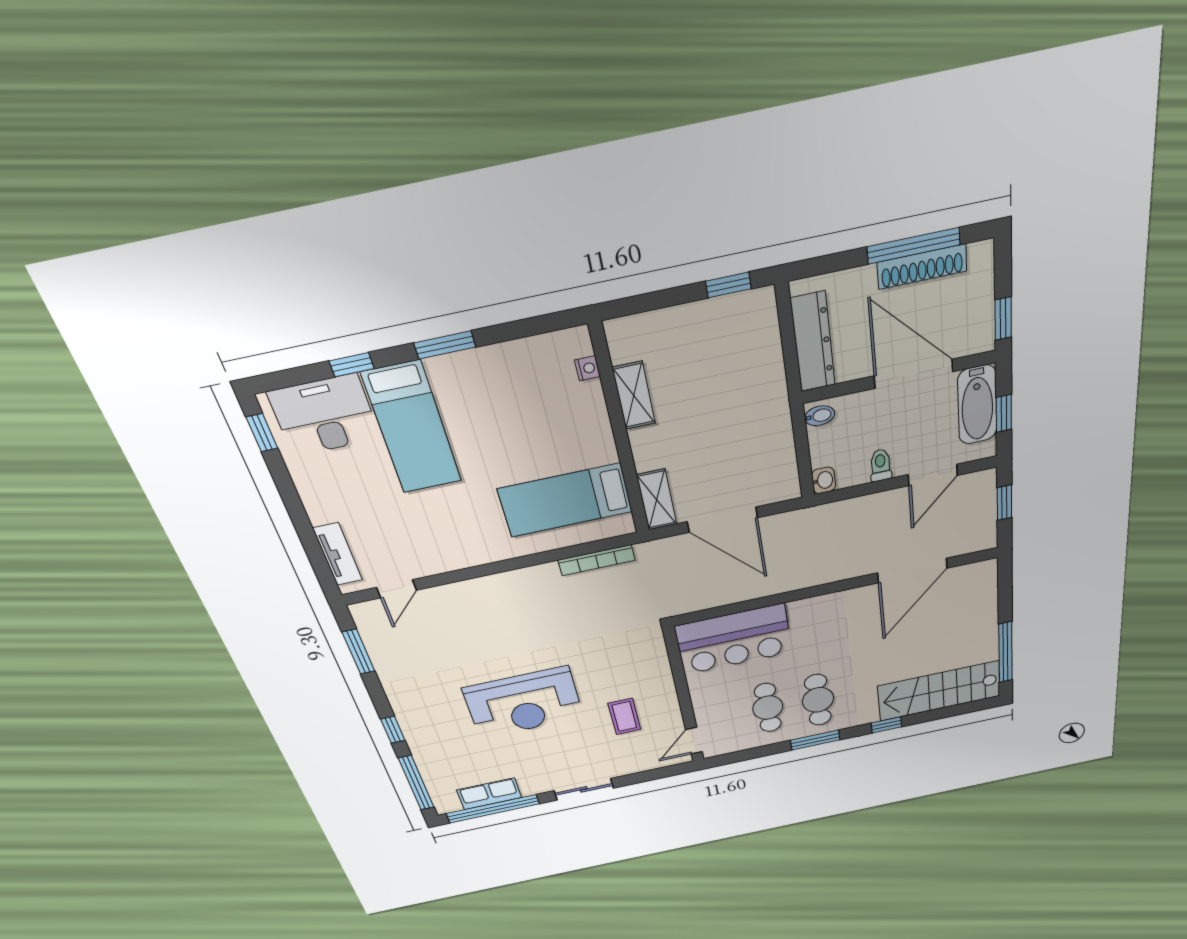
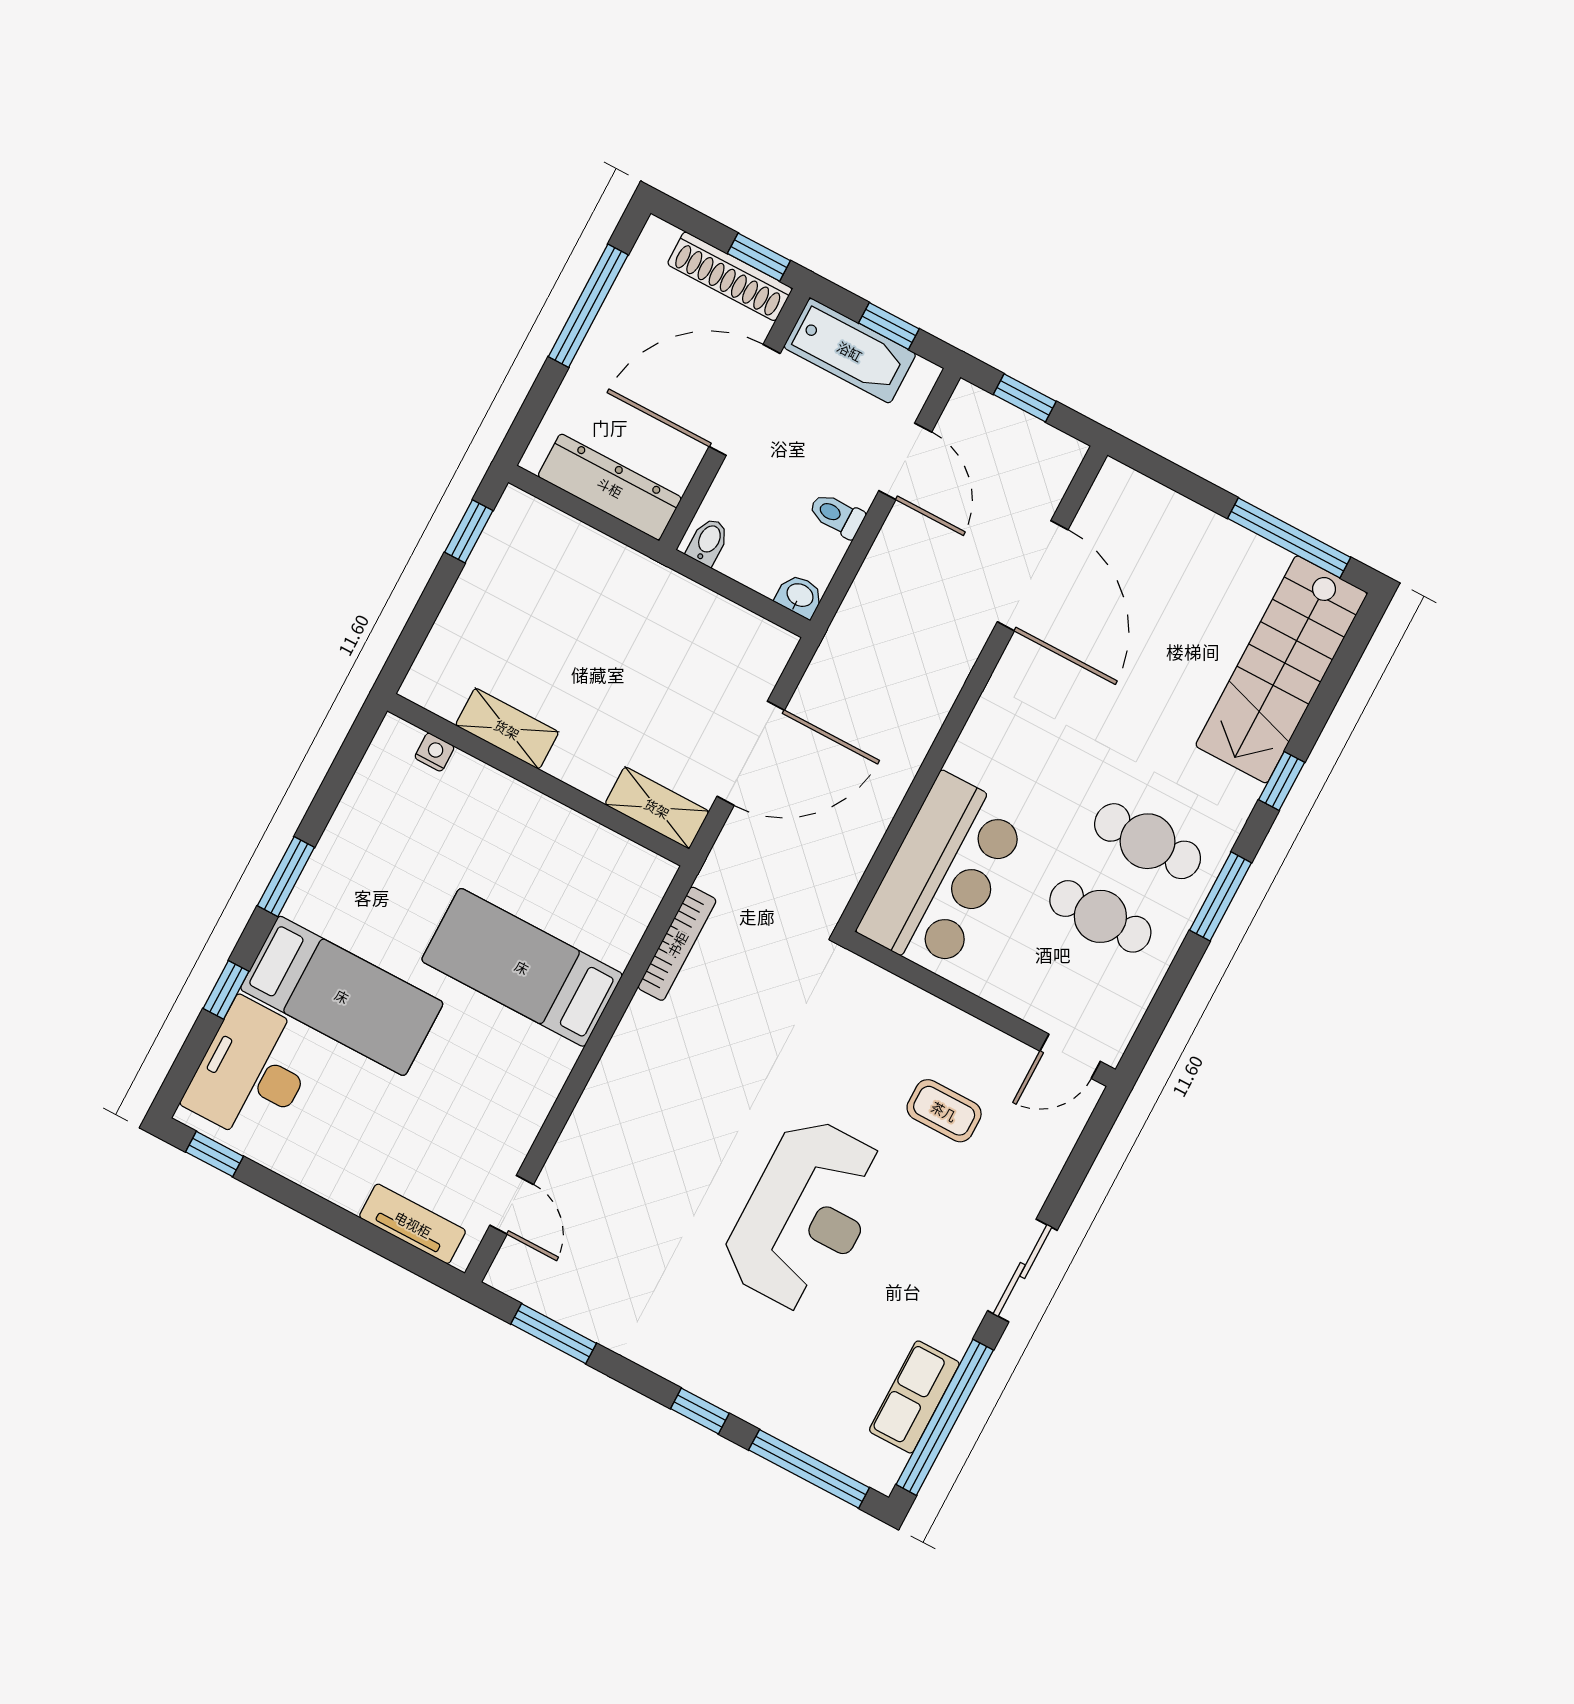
shoe rack: (922, 267) -> (730, 276), moved, turned 90
bed: (565, 500) -> (522, 967), moved, turned 90
door: (694, 741) -> (1070, 1056), hinge flipped

